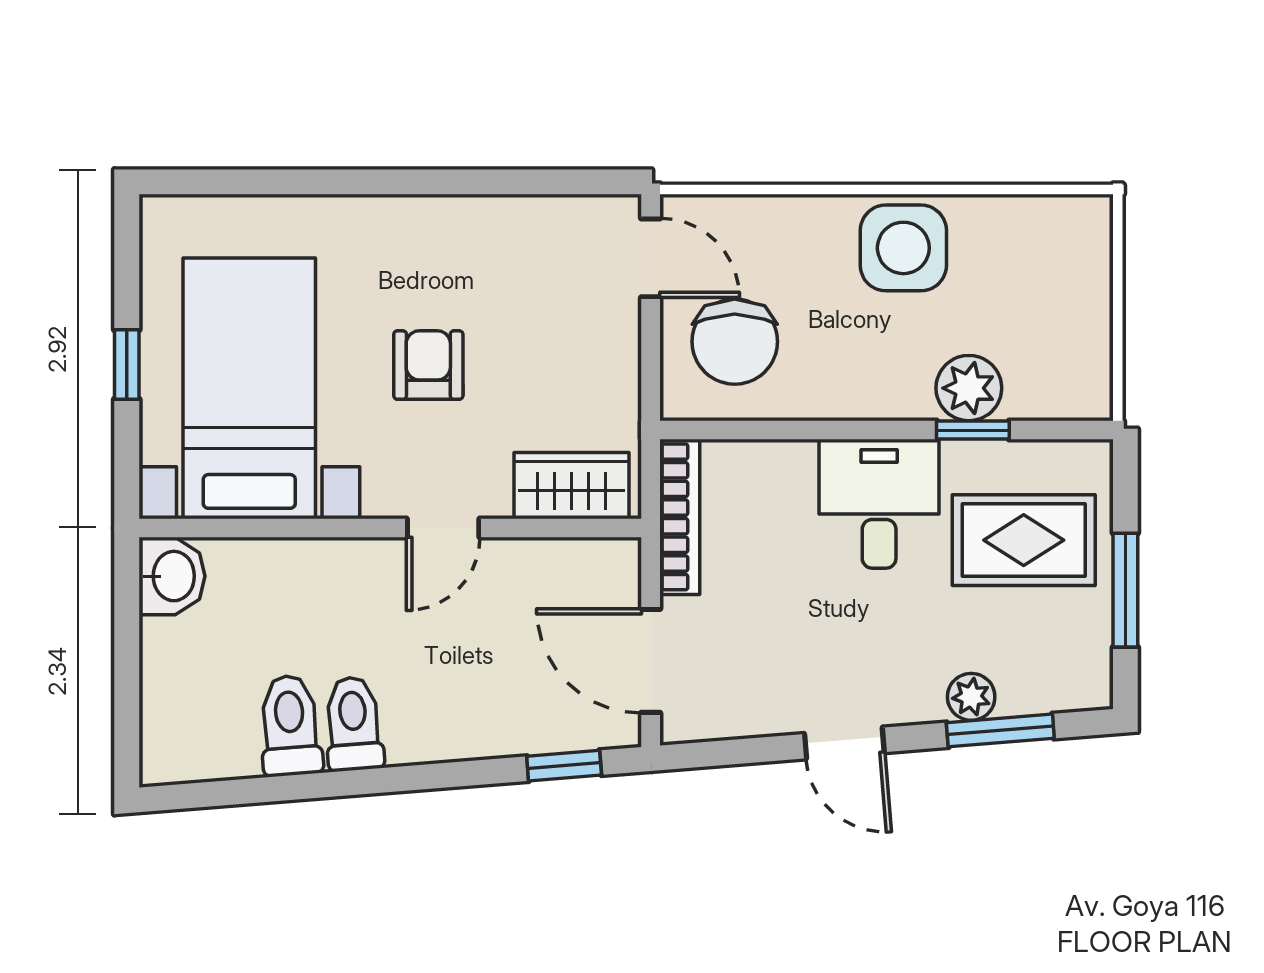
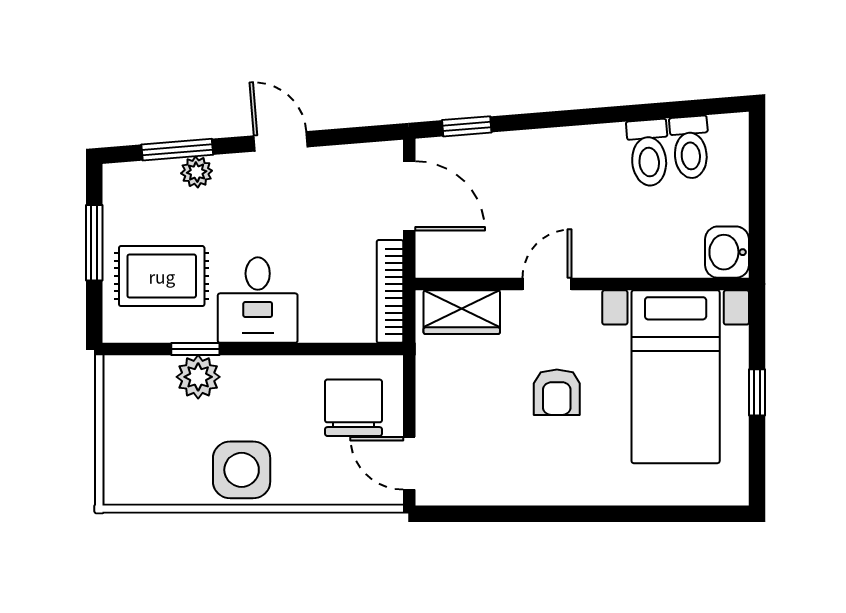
toilet: (353, 724) -> (690, 147), moved

